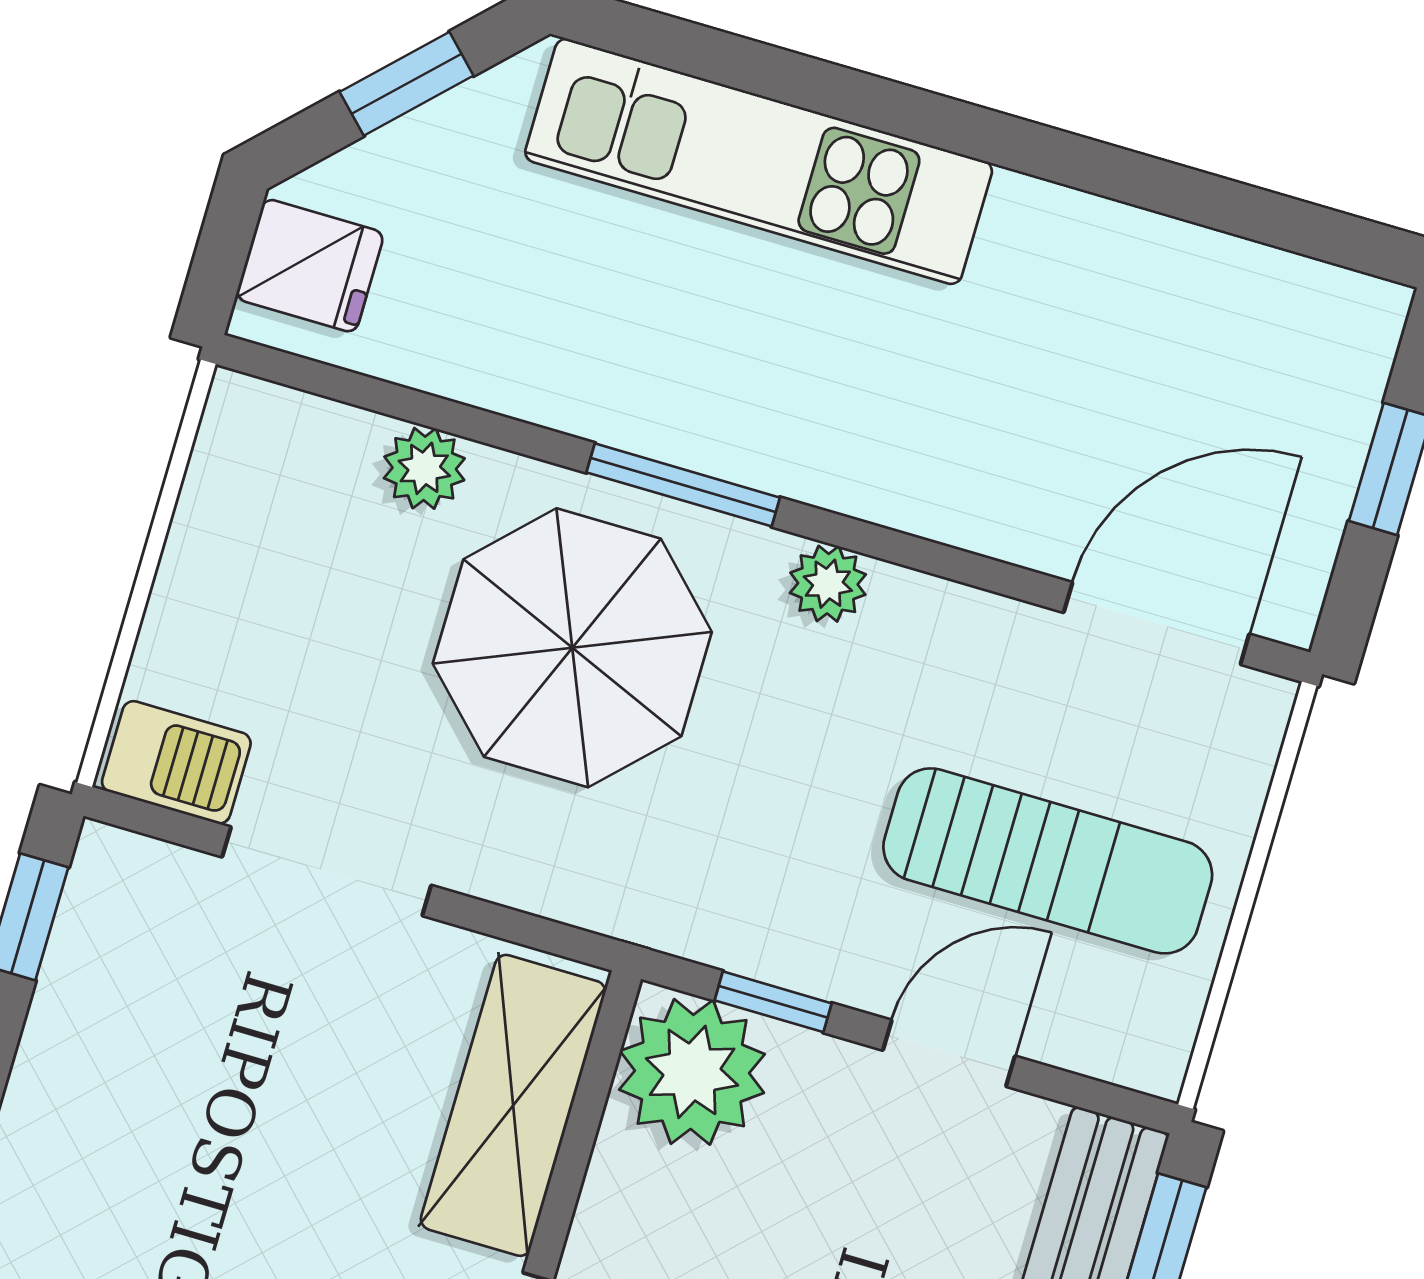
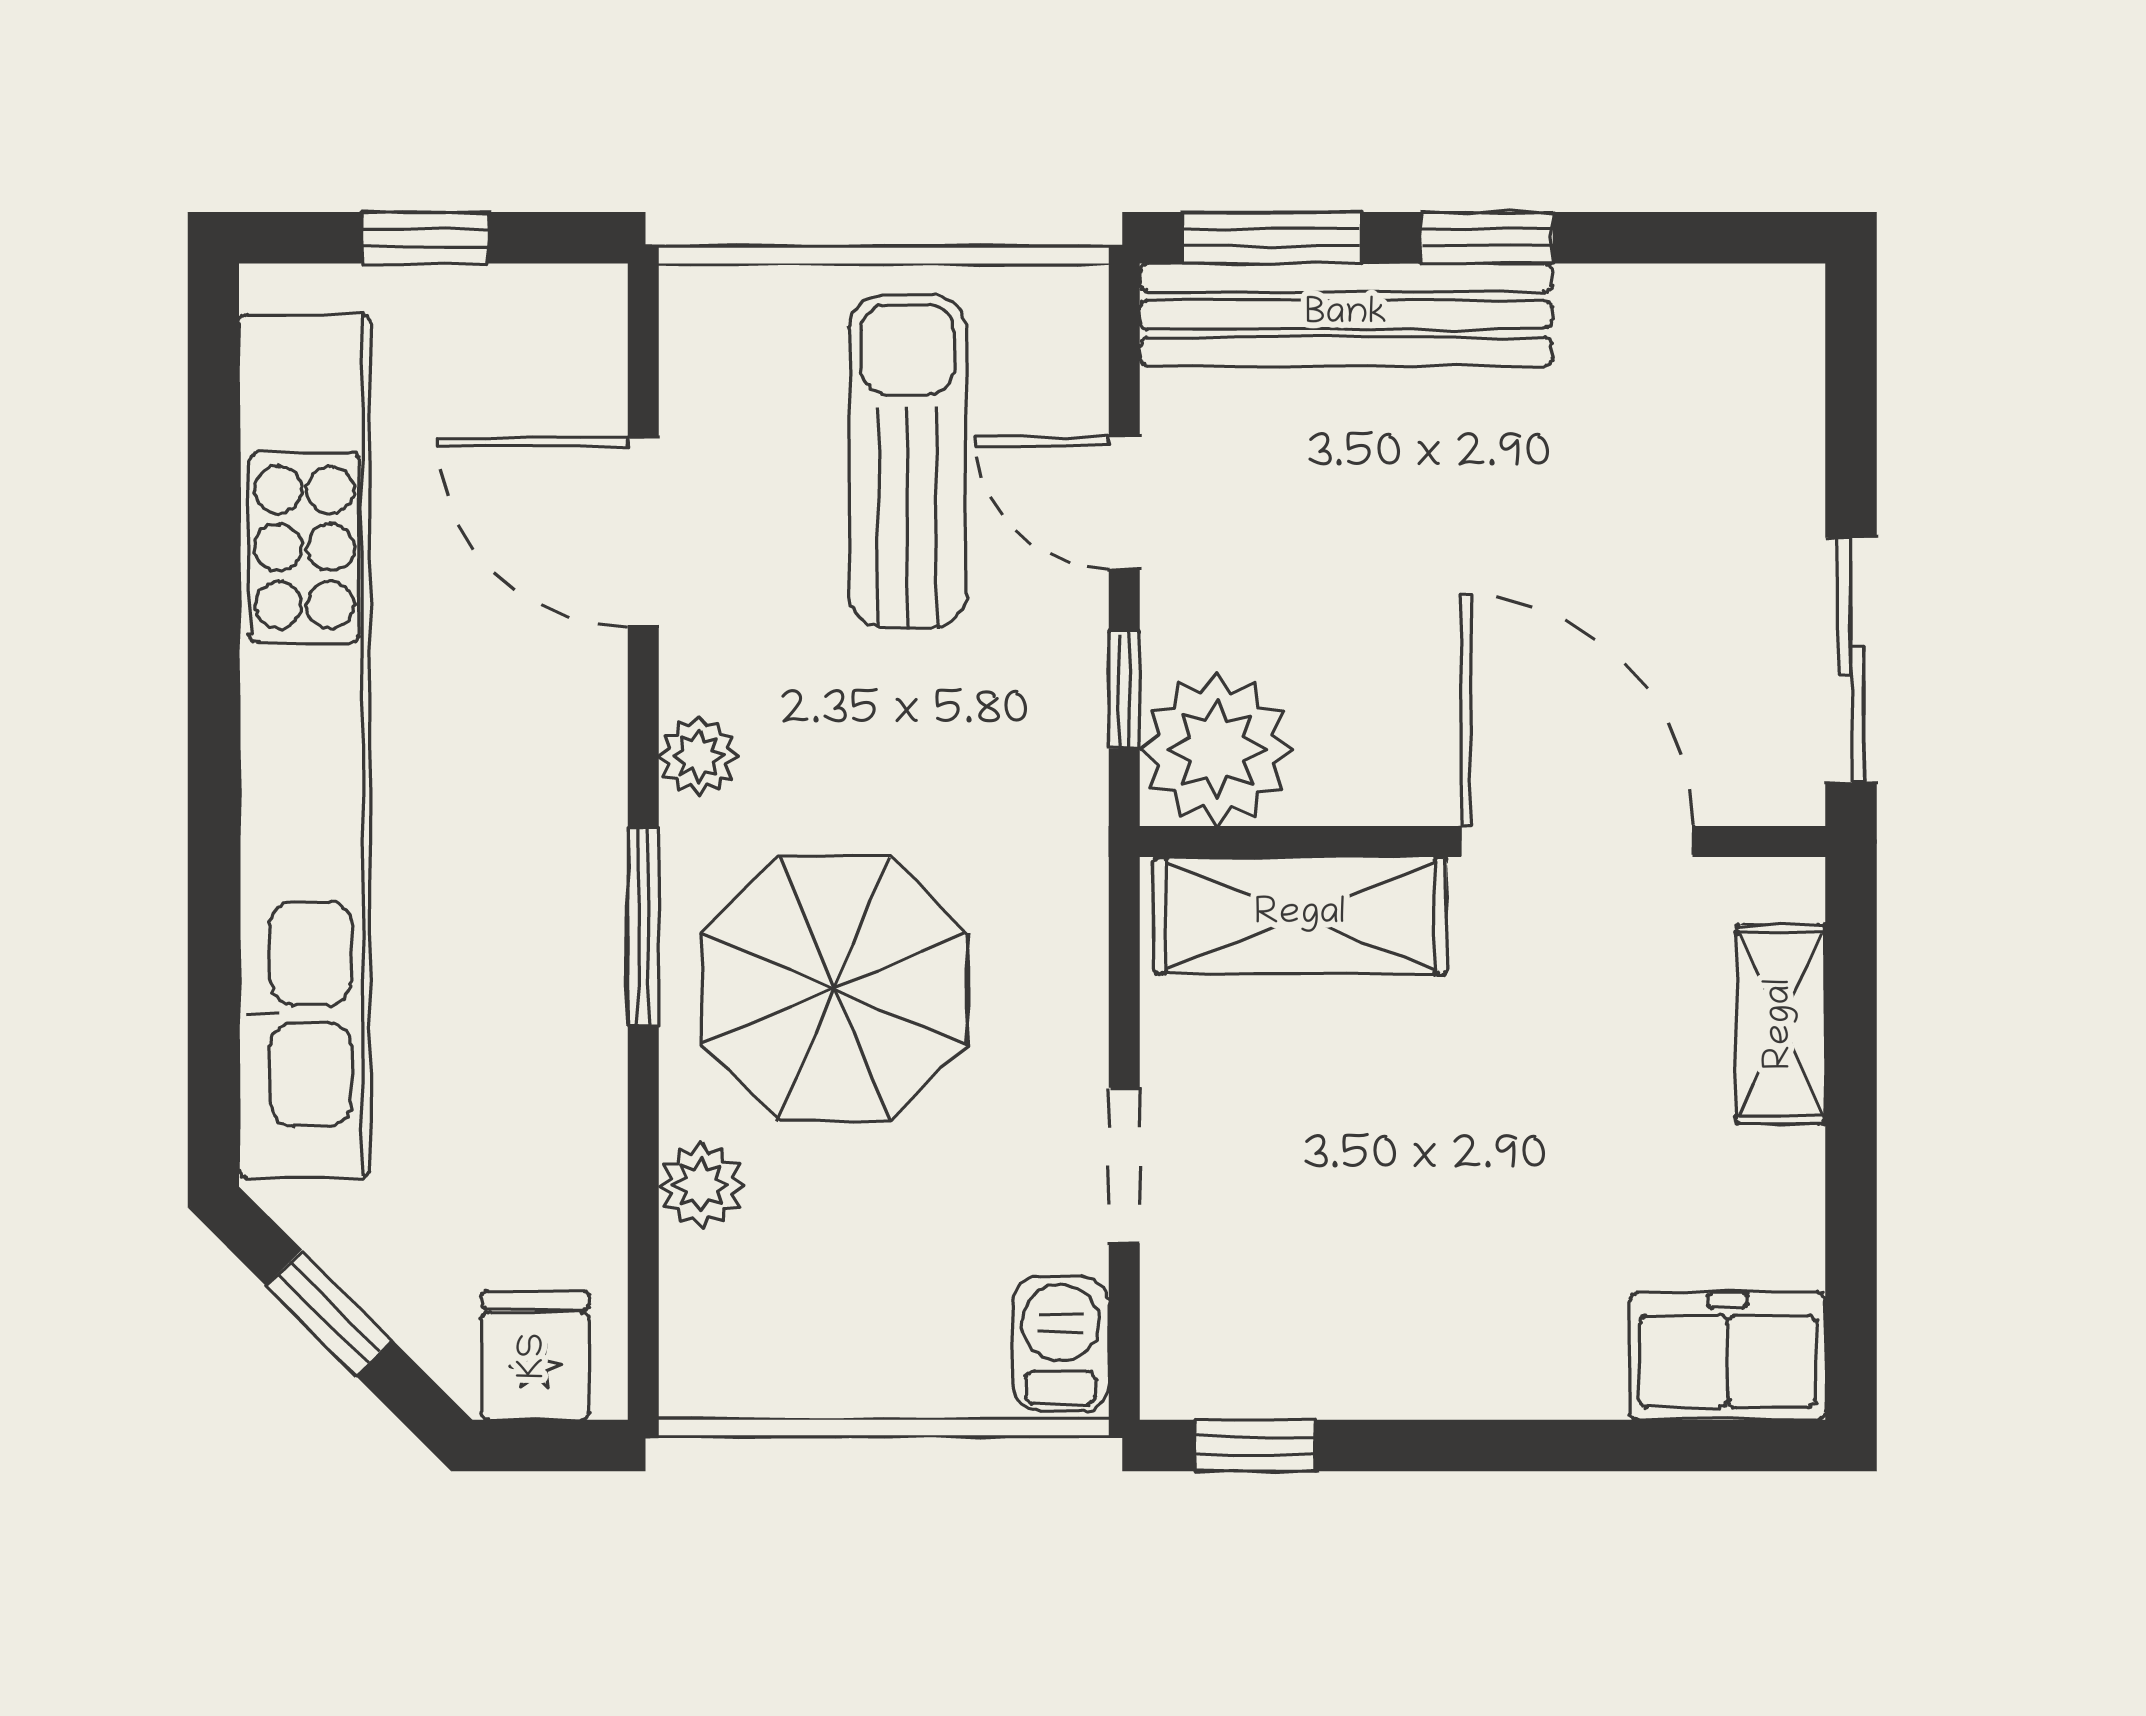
kitchen unit: (759, 161) -> (304, 746), width x1.86
door: (1156, 623) -> (643, 532), moved
doorway: (327, 871) -> (1124, 1165), width x0.73

